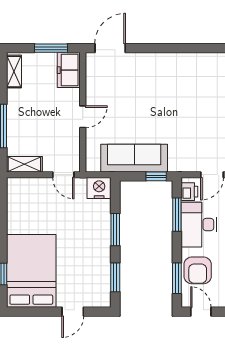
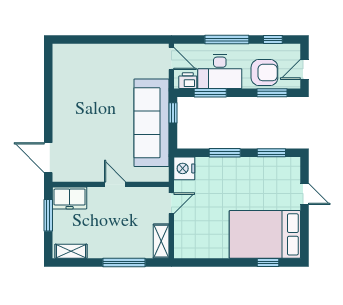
sofa: (134, 158) -> (152, 123), width x1.36, depth x1.27

